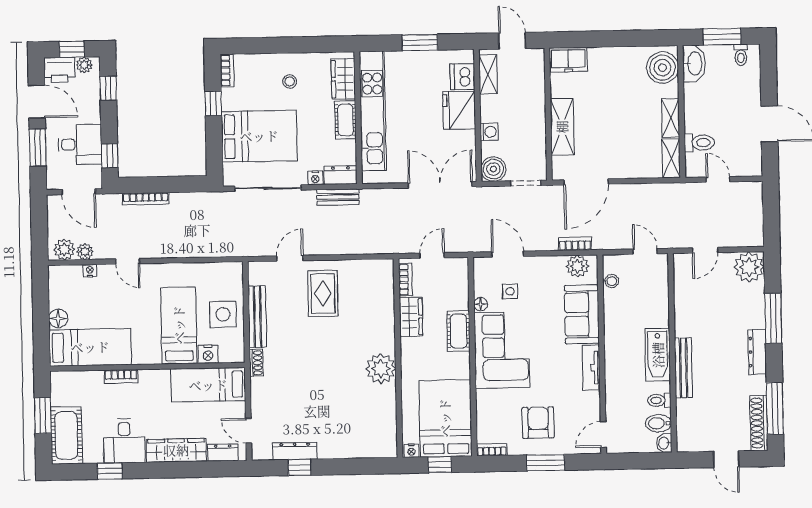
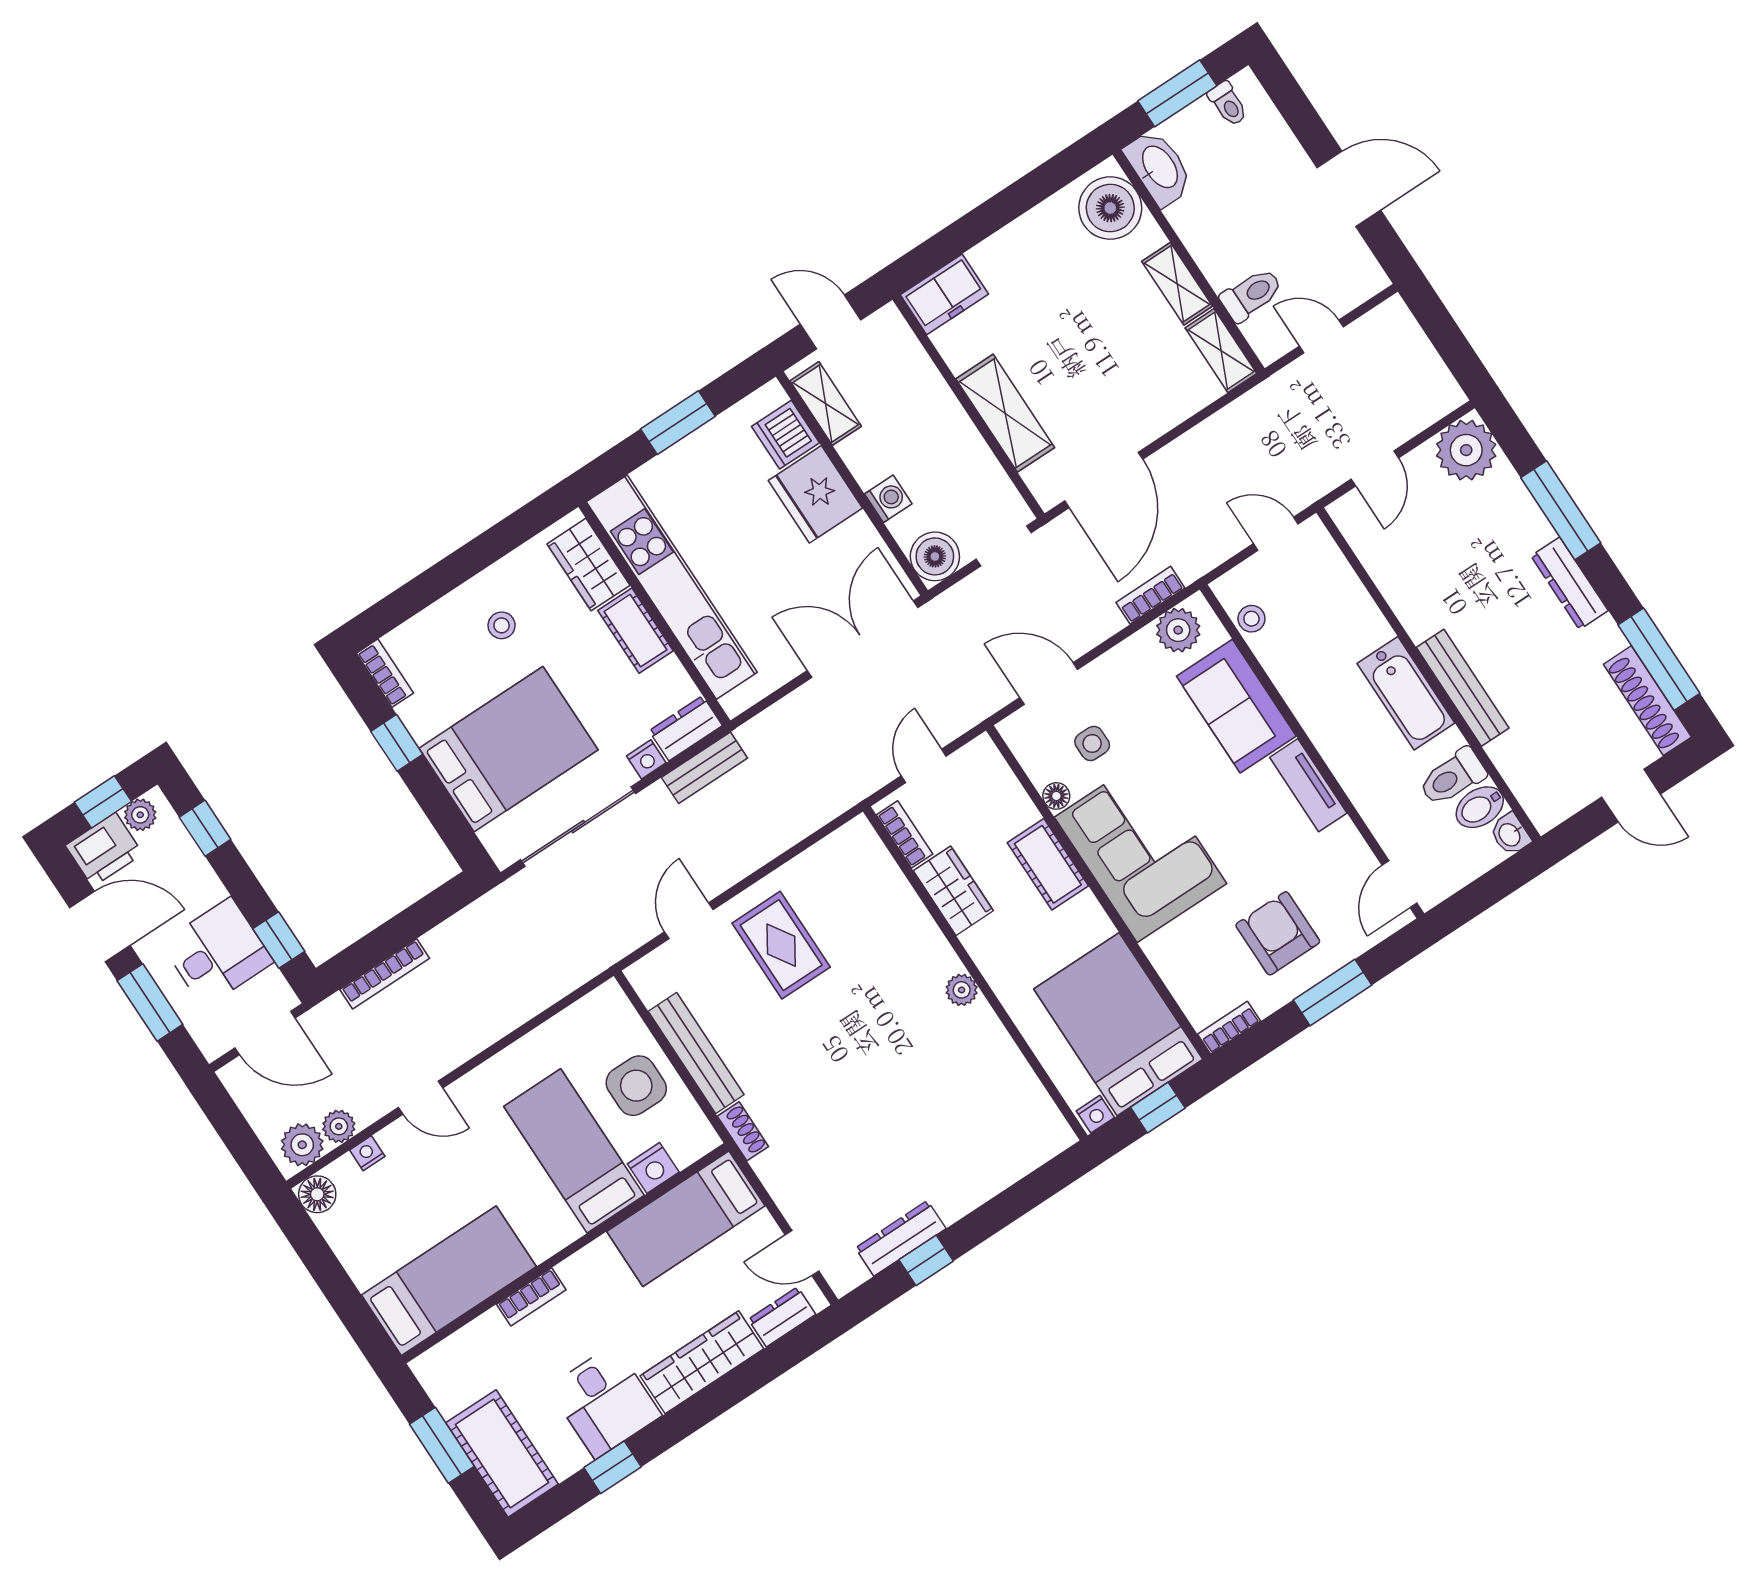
floor lamp: (58, 318) -> (317, 1194), moved
plant: (381, 369) -> (962, 990), width x0.53, depth x0.53
toilet: (659, 400) -> (1452, 777), width x1.37, depth x1.39

